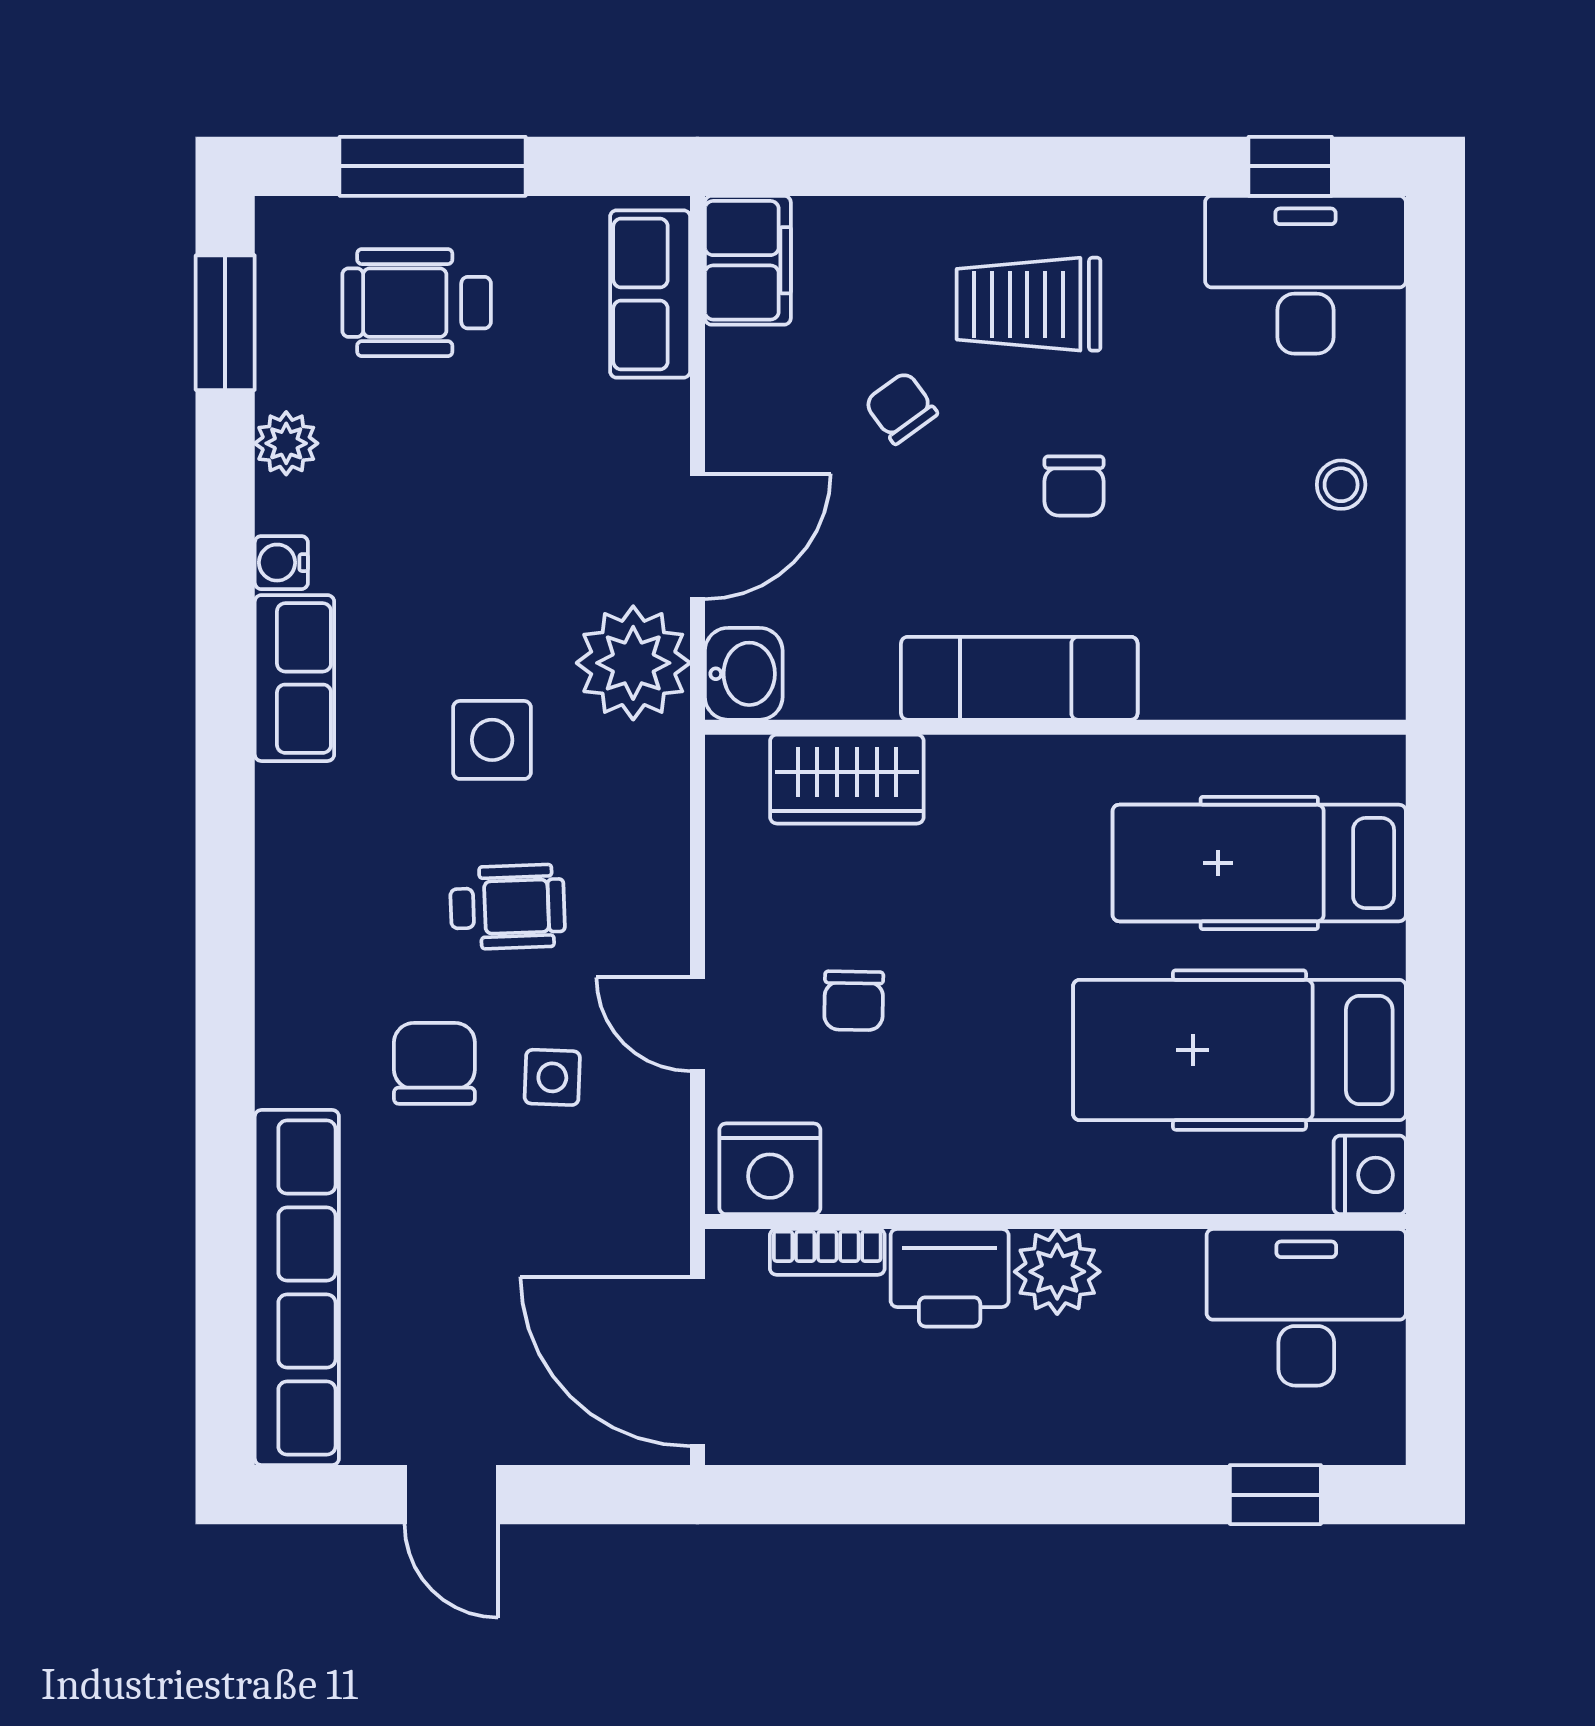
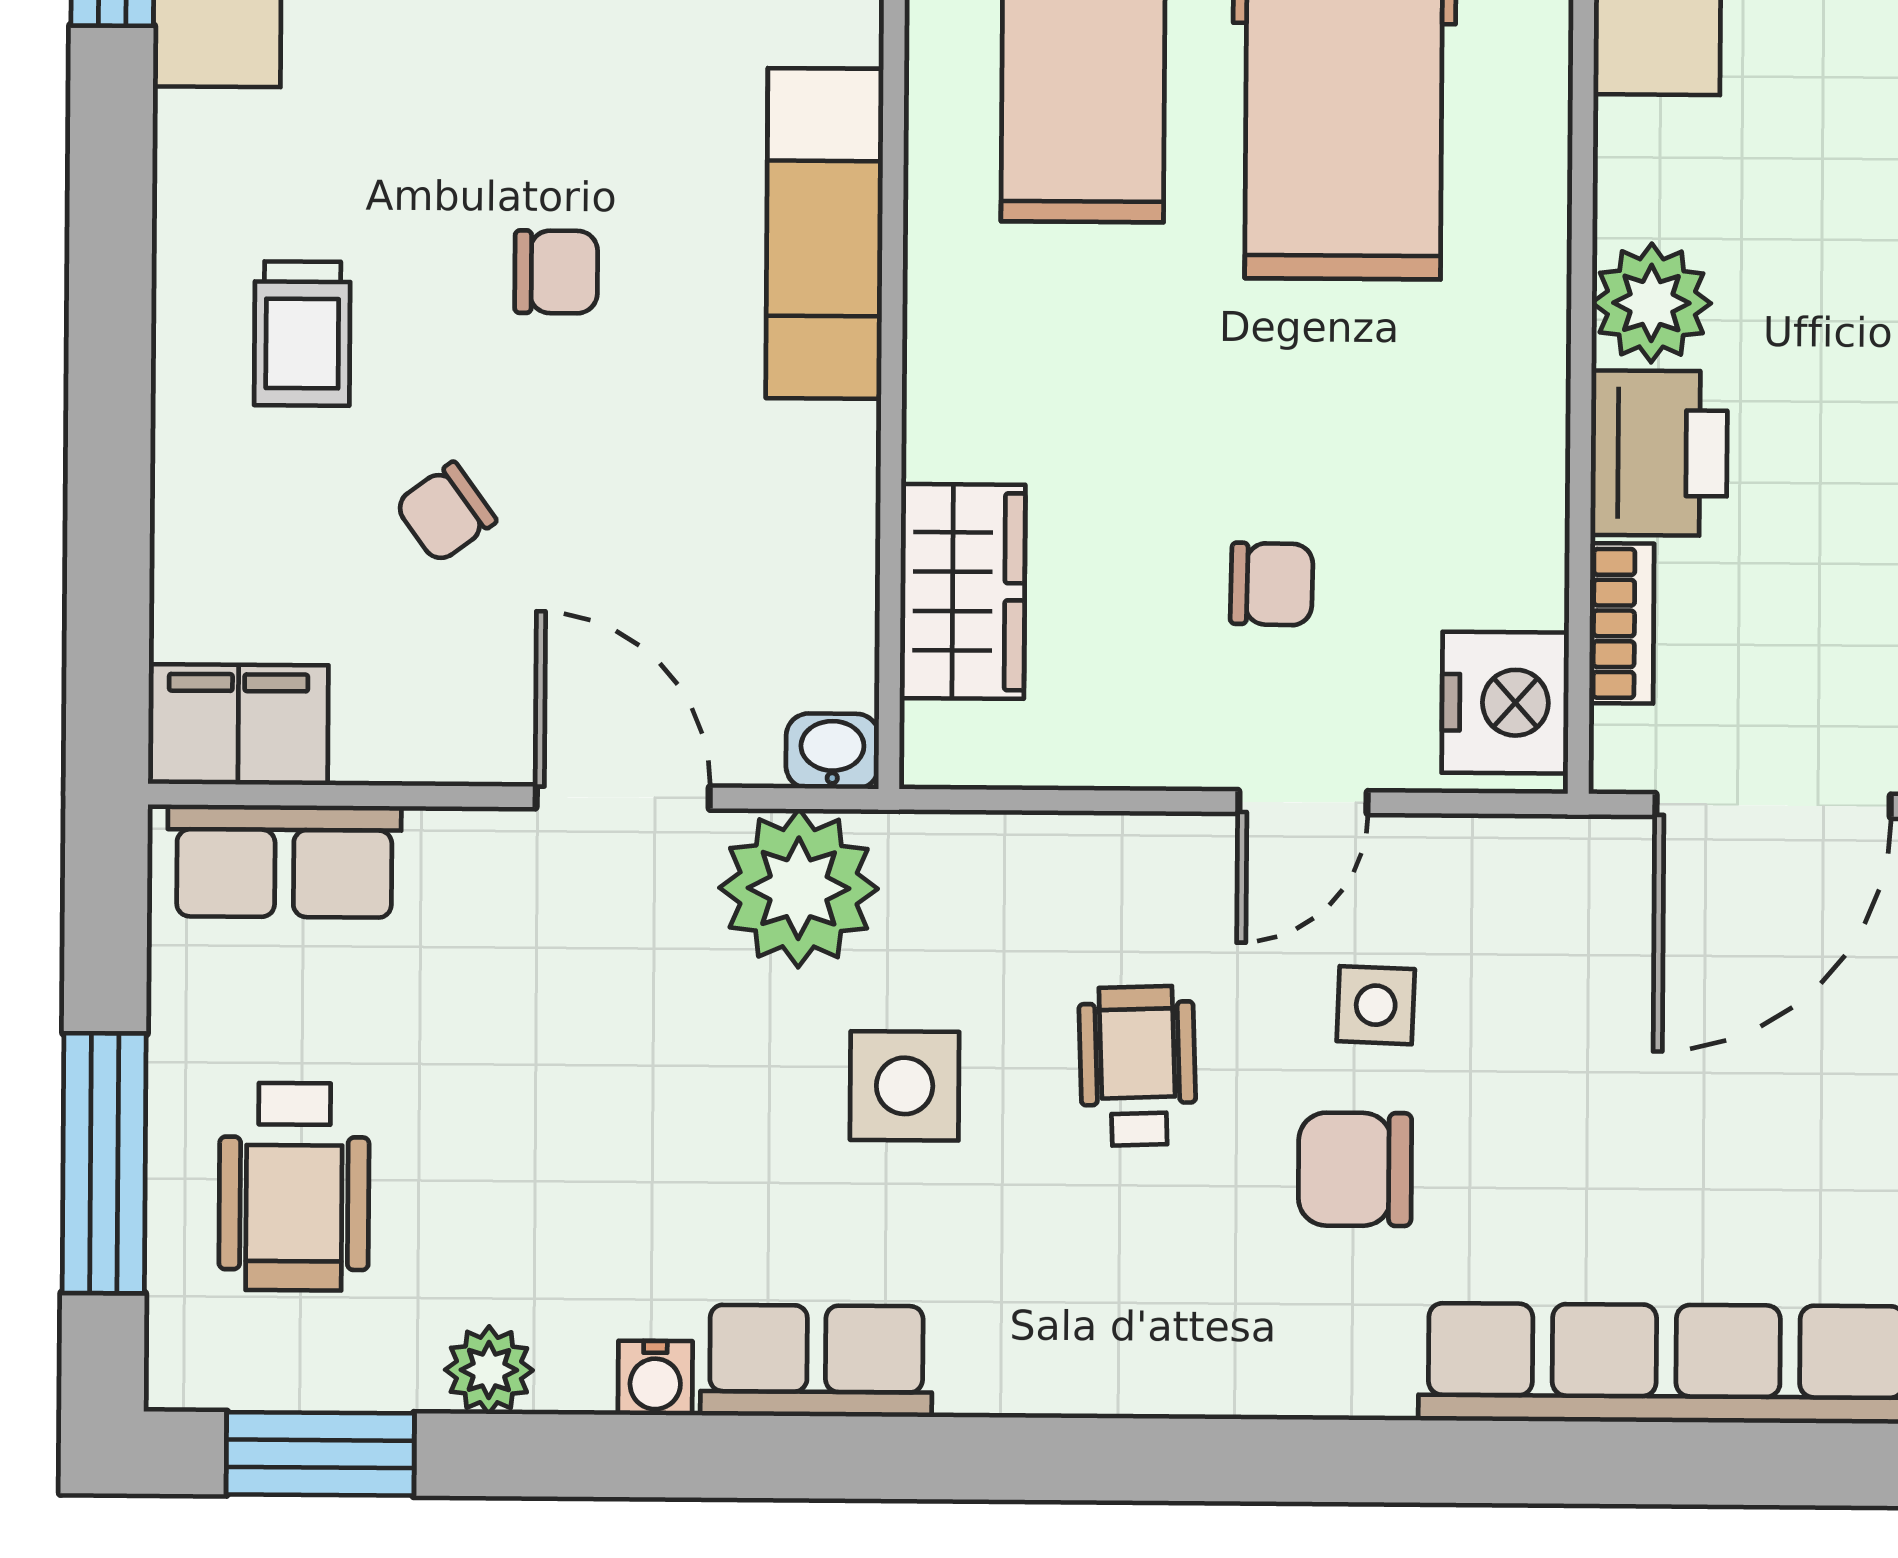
trolley: (1029, 304) -> (302, 333), width x0.73, depth x0.72
washbasin: (744, 674) -> (832, 751), width x0.72, depth x0.69
exam couch: (1019, 678) -> (825, 233), moved

